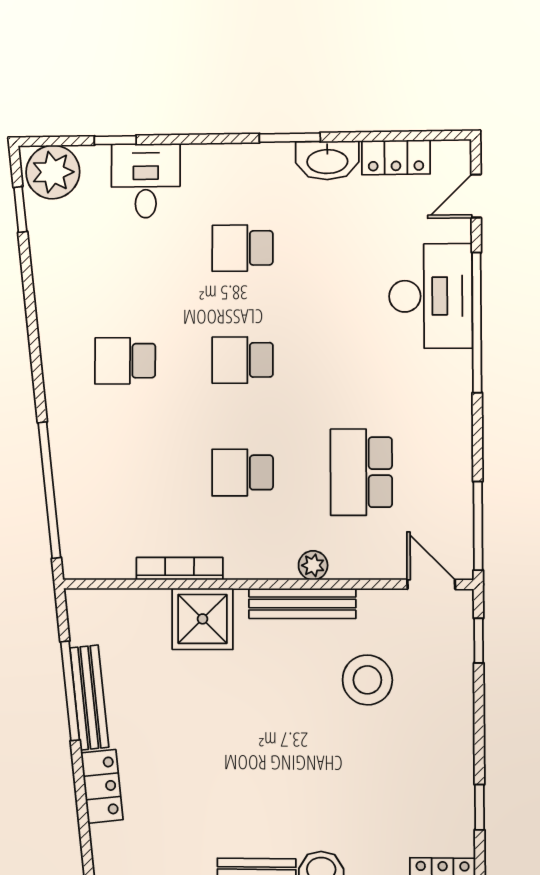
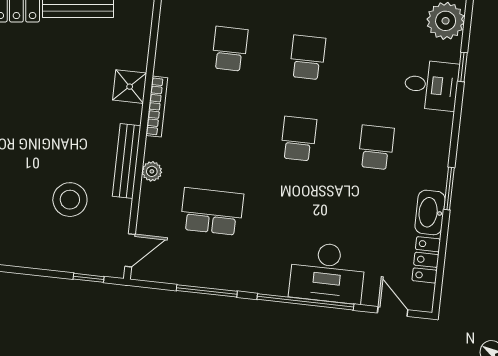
school desk: (243, 473) -> (230, 49), moved
window: (478, 526) -> (207, 291), moved
bookcase: (180, 569) -> (157, 107), moved
shower: (203, 619) -> (130, 87), width x0.73, depth x0.73

